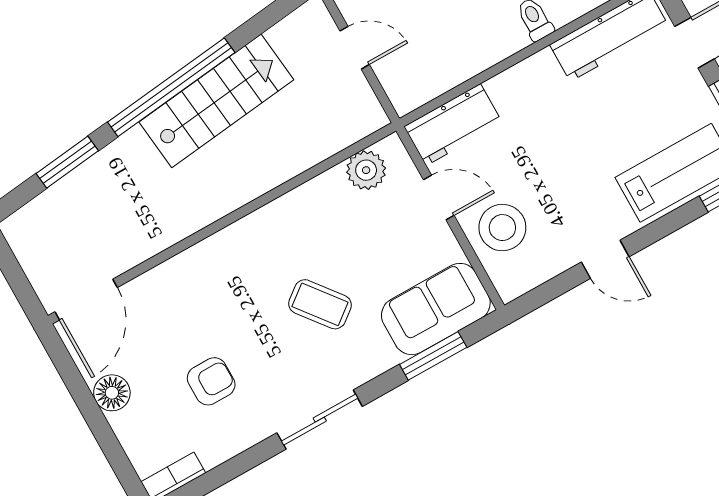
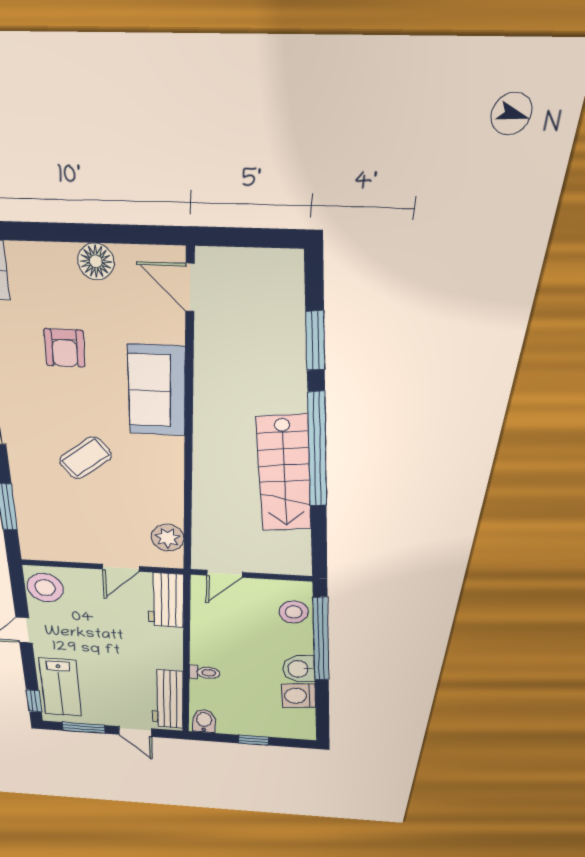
door: (355, 48) -> (225, 574), moved
stool: (502, 228) -> (45, 588), moved
door: (86, 300) -> (190, 288), width x0.73
sofa: (436, 309) -> (157, 391), moved, turned 180

